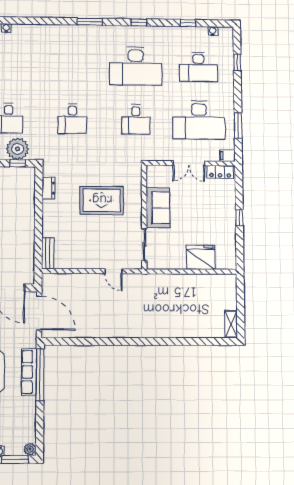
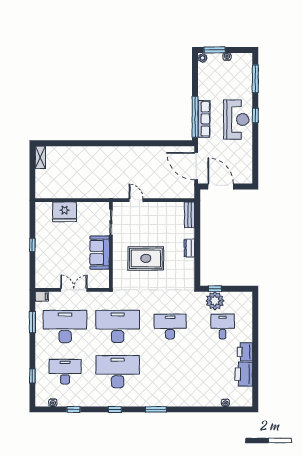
desk: (72, 119) -> (170, 326), width x1.37
desk: (136, 119) -> (118, 326), width x1.87, depth x1.30
locker: (220, 172) -> (48, 283), removed
dresser: (49, 188) -> (189, 248), moved

